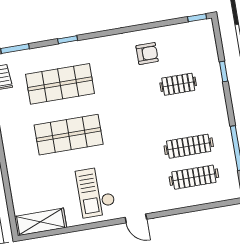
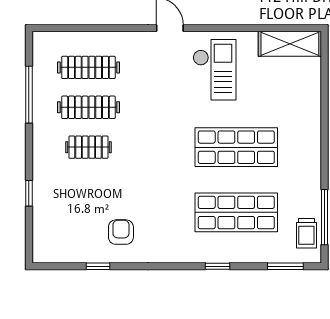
window: (197, 18) -> (98, 266), moved
armchair: (147, 54) -> (121, 232), turned 90
clothes rail: (178, 84) -> (88, 147), moved

